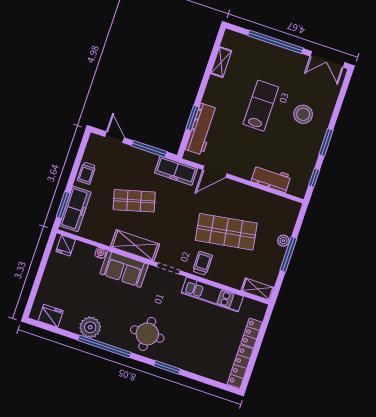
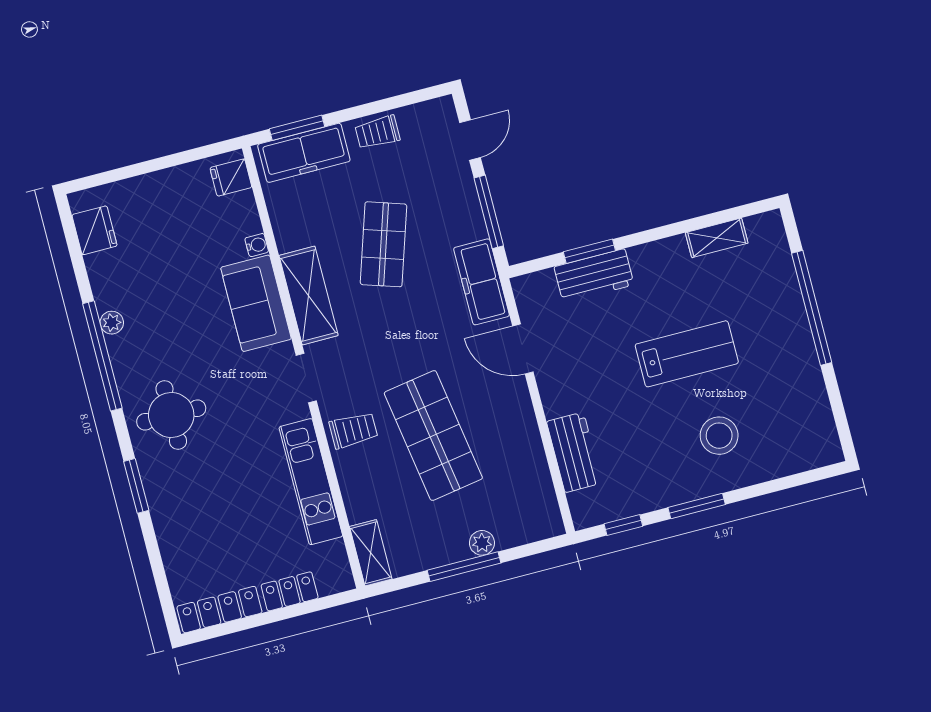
double door: (327, 59) -> (840, 416), removed
workbench: (202, 129) -> (594, 276), width x0.73
shop shelf: (134, 201) -> (384, 244), turned 33
plant: (90, 327) -> (112, 323), width x0.53, depth x0.53

